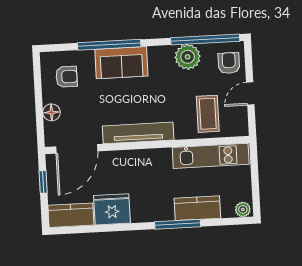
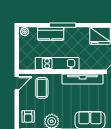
door: (250, 93) -> (17, 83), moved
kitchen unit: (211, 156) -> (57, 64), moved

